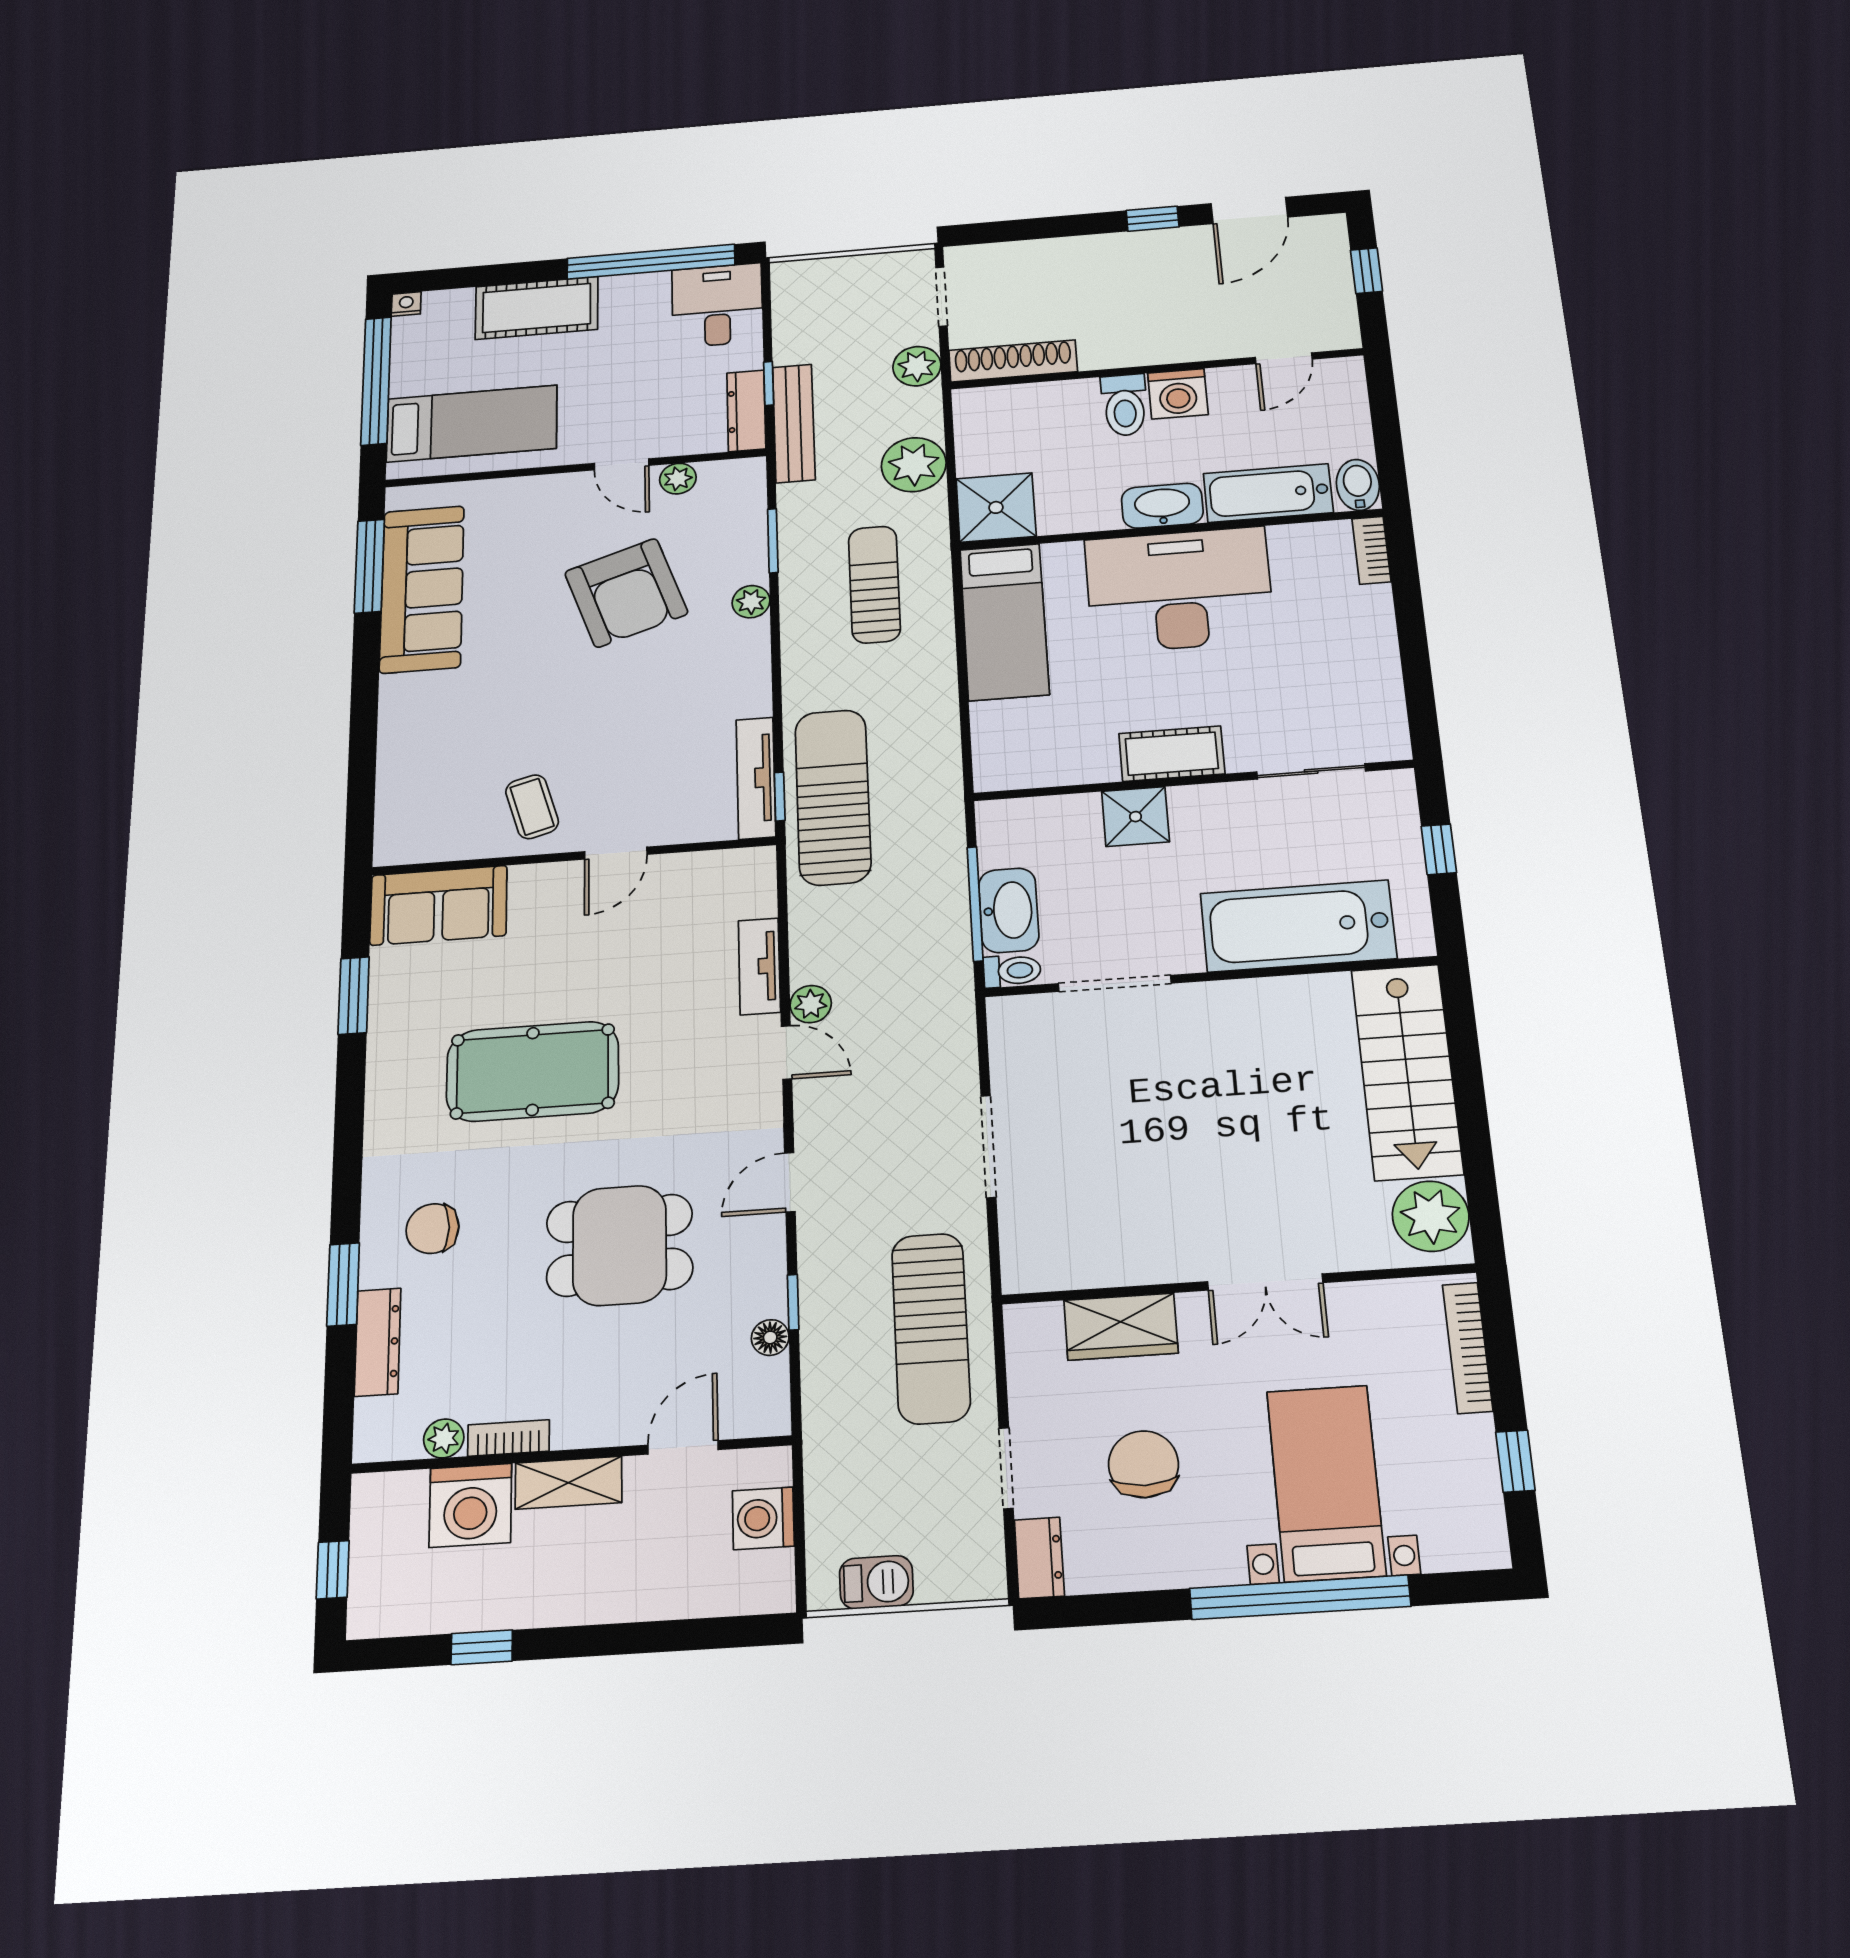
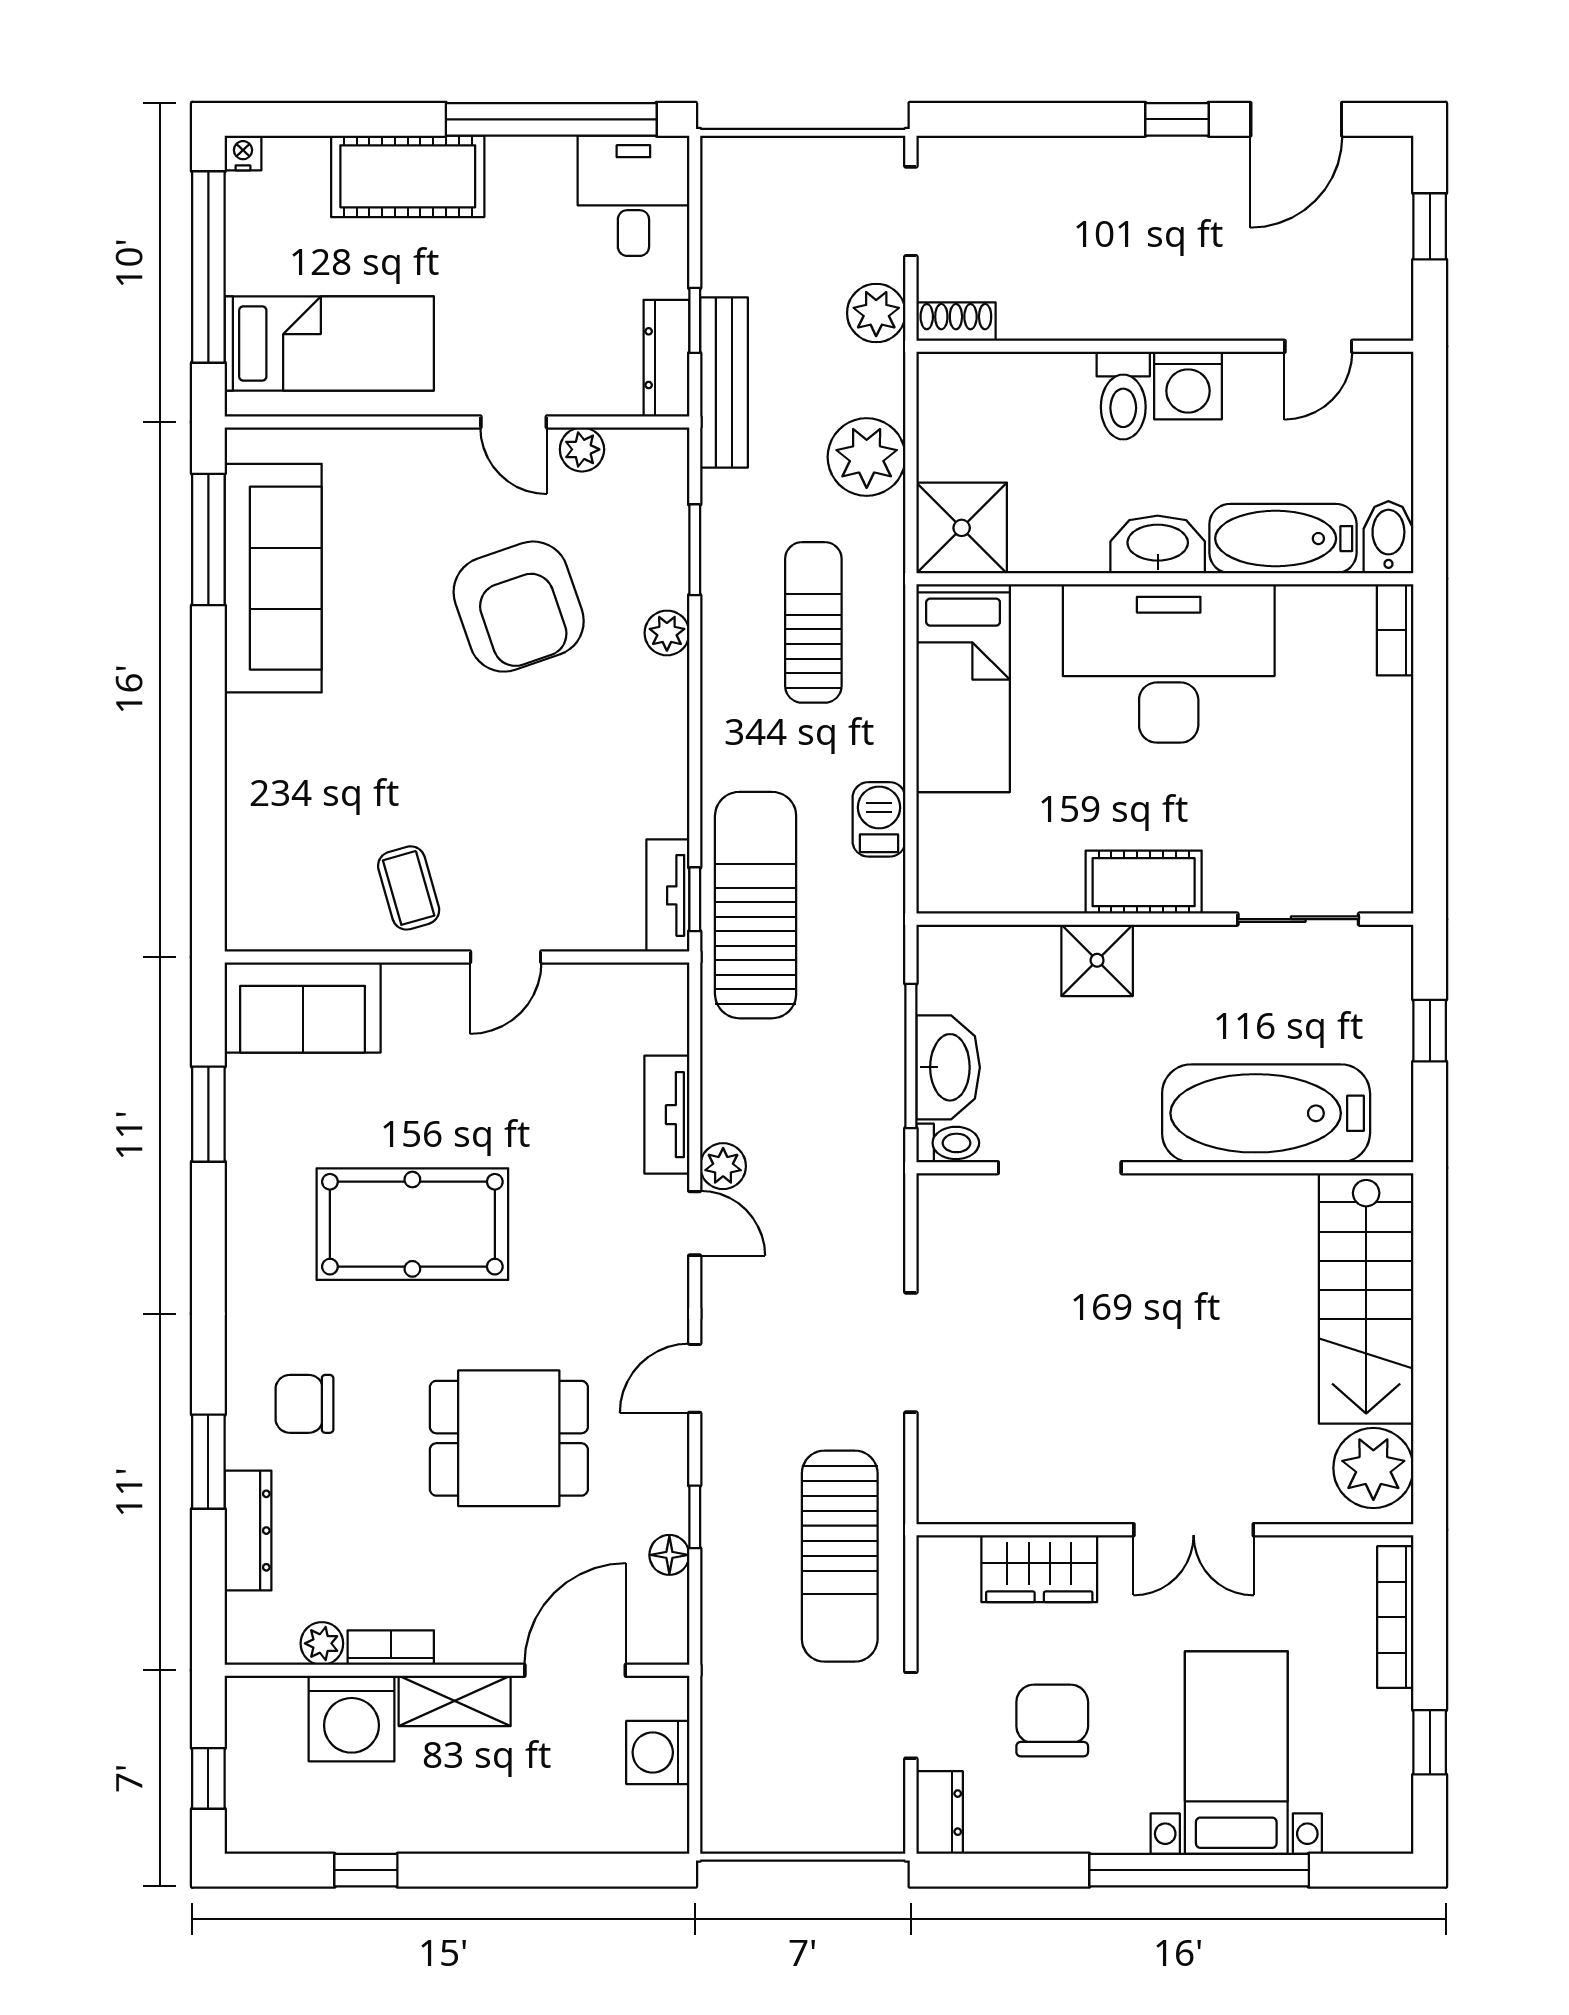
shoe rack: (1013, 361) -> (956, 322), width x0.51, depth x0.81
tv unit: (756, 778) -> (668, 895), width x0.71
door: (683, 1447) -> (575, 1670), width x1.38
barbecue: (876, 1582) -> (879, 819), moved, turned -90

